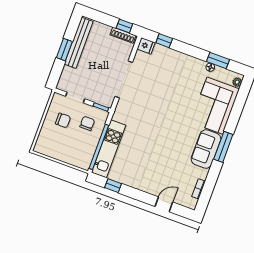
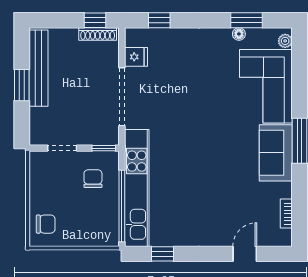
fridge: (146, 46) -> (136, 57), moved
chair: (63, 120) -> (46, 224), moved
kitchen unit: (109, 149) -> (137, 188), width x1.36

